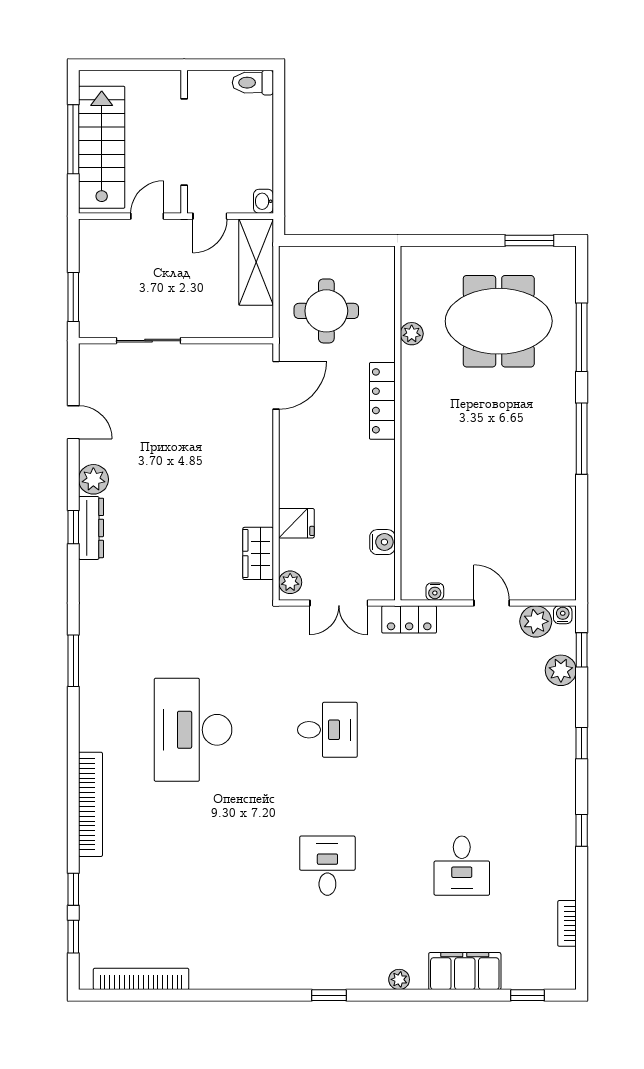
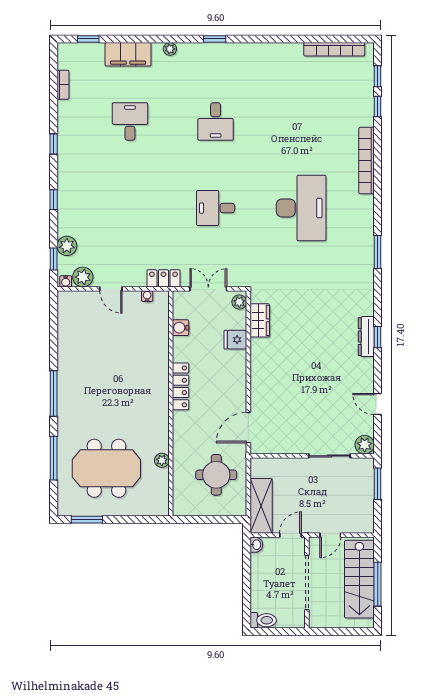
locker: (382, 401) -> (181, 386), moved
plant: (93, 479) -> (365, 445), moved

